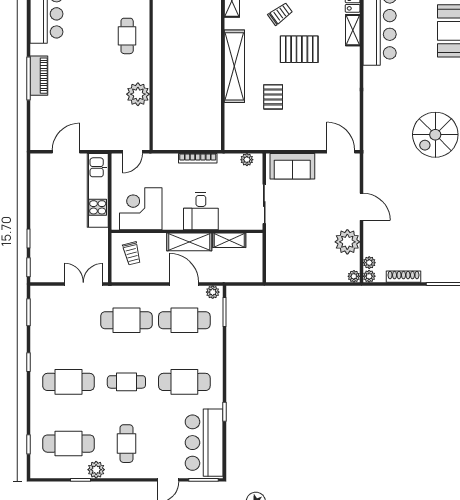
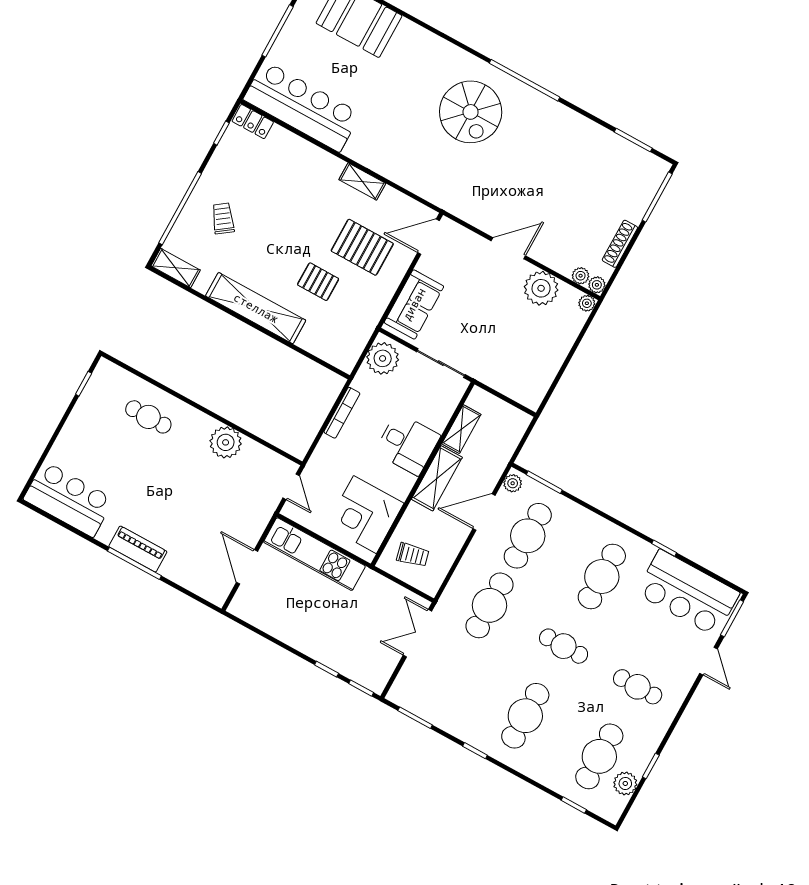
shelving: (353, 30) -> (362, 181), moved
pallet: (299, 49) -> (362, 247), moved, turned 90
plant: (247, 160) -> (383, 358), width x1.87, depth x1.87
cafe table: (126, 382) -> (564, 646), turned 90
plant: (96, 470) -> (625, 783), moved

